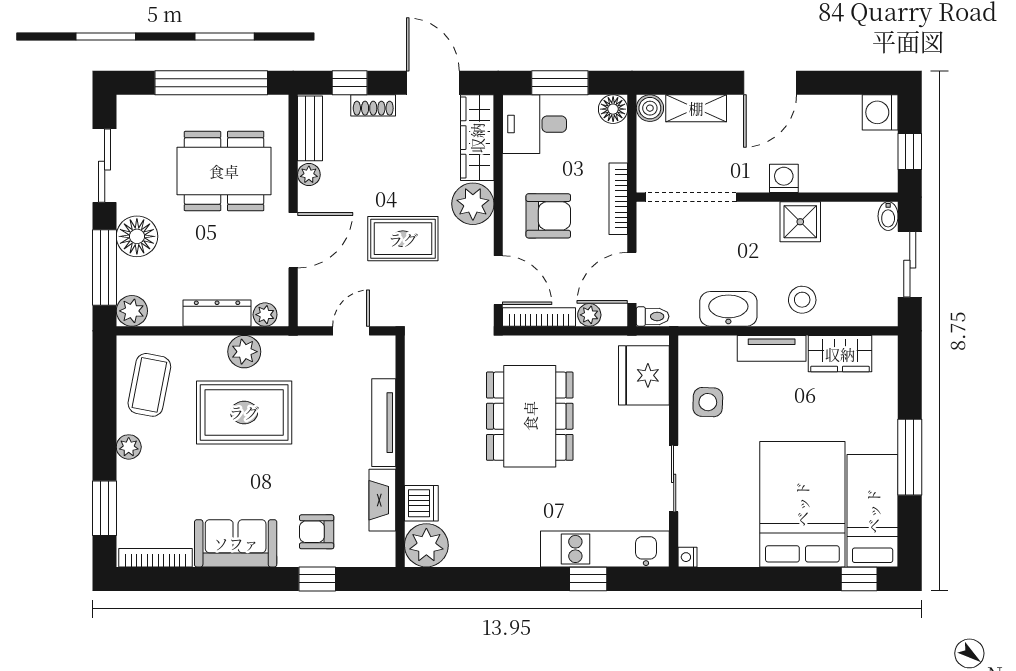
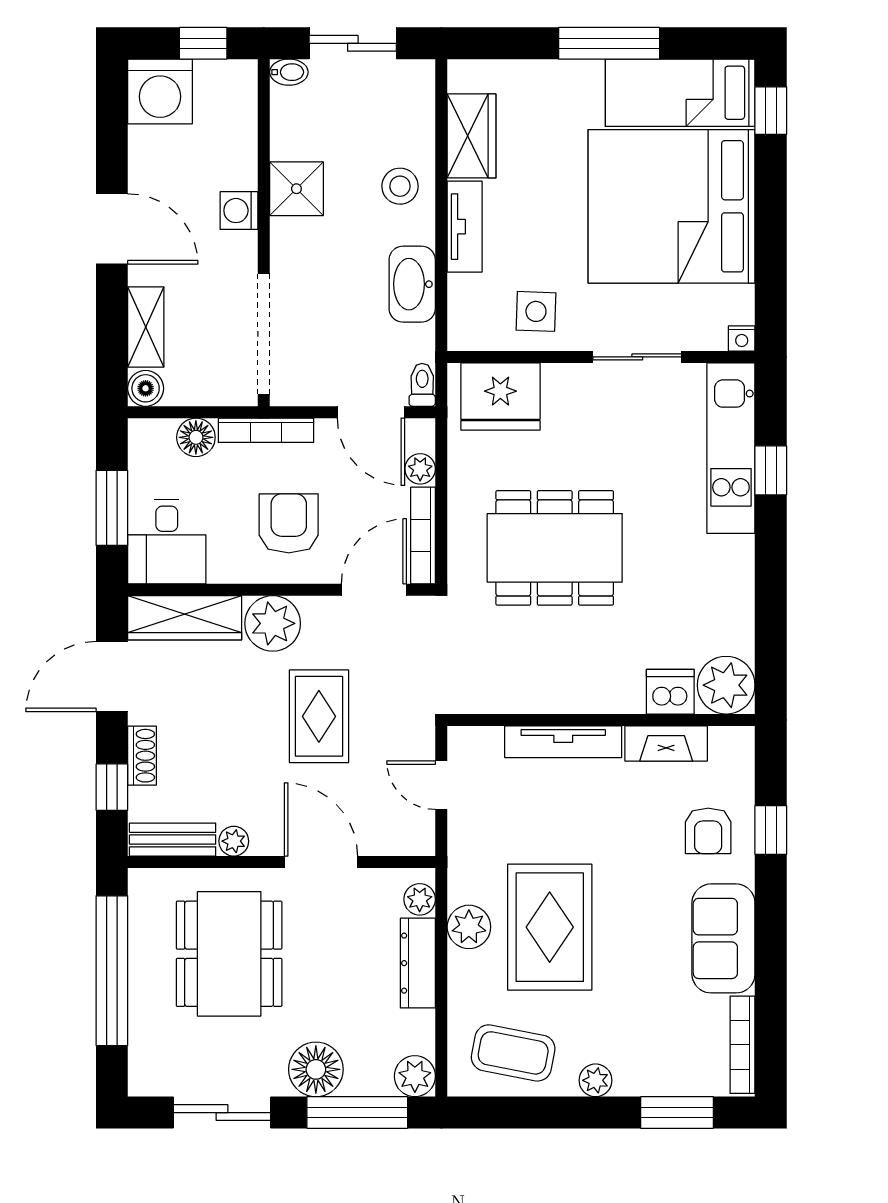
floor lamp: (613, 109) -> (196, 437), moved
washing machine: (880, 112) -> (160, 91), width x1.37, depth x1.37
bed: (802, 504) -> (672, 206), width x1.36

